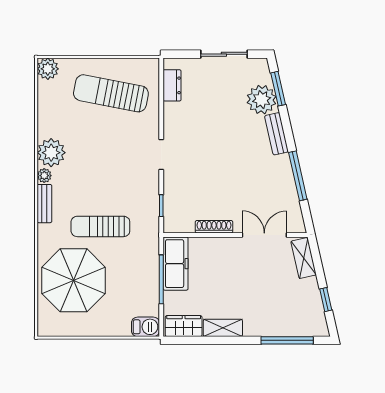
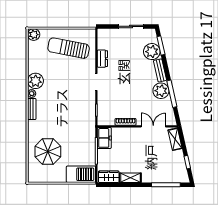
dresser: (172, 85) -> (102, 59), moved
plant: (278, 170) -> (161, 91), added
sun lounger: (100, 226) -> (63, 122), removed
freezer: (176, 264) -> (104, 138), width x0.71
parasol: (73, 280) -> (48, 151), width x0.73, depth x0.73
barbecue: (146, 327) -> (81, 174), width x1.88, depth x1.53

